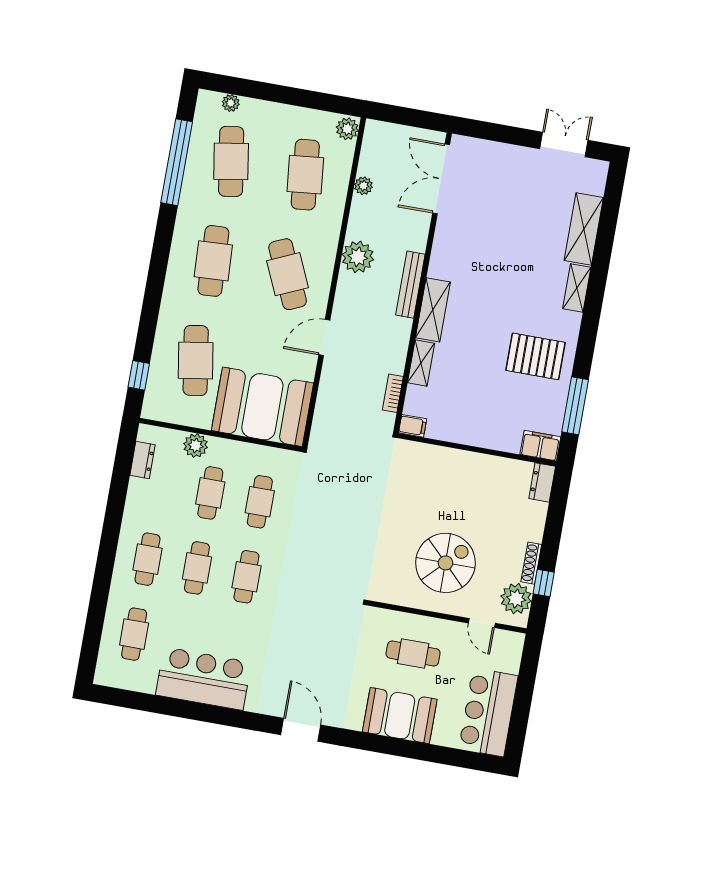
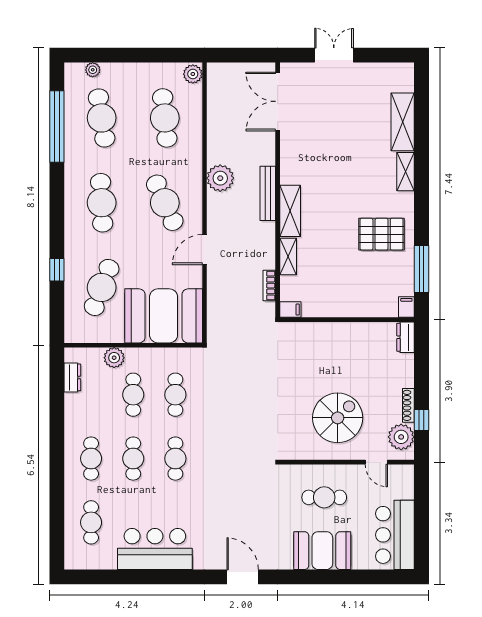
double door: (564, 145) -> (334, 55), moved
plant: (363, 186) -> (214, 119), removed
cafe table: (196, 360) -> (102, 287), turned 30
window: (139, 375) -> (57, 270), moved
filing cabinet: (540, 446) -> (406, 307), width x0.50

